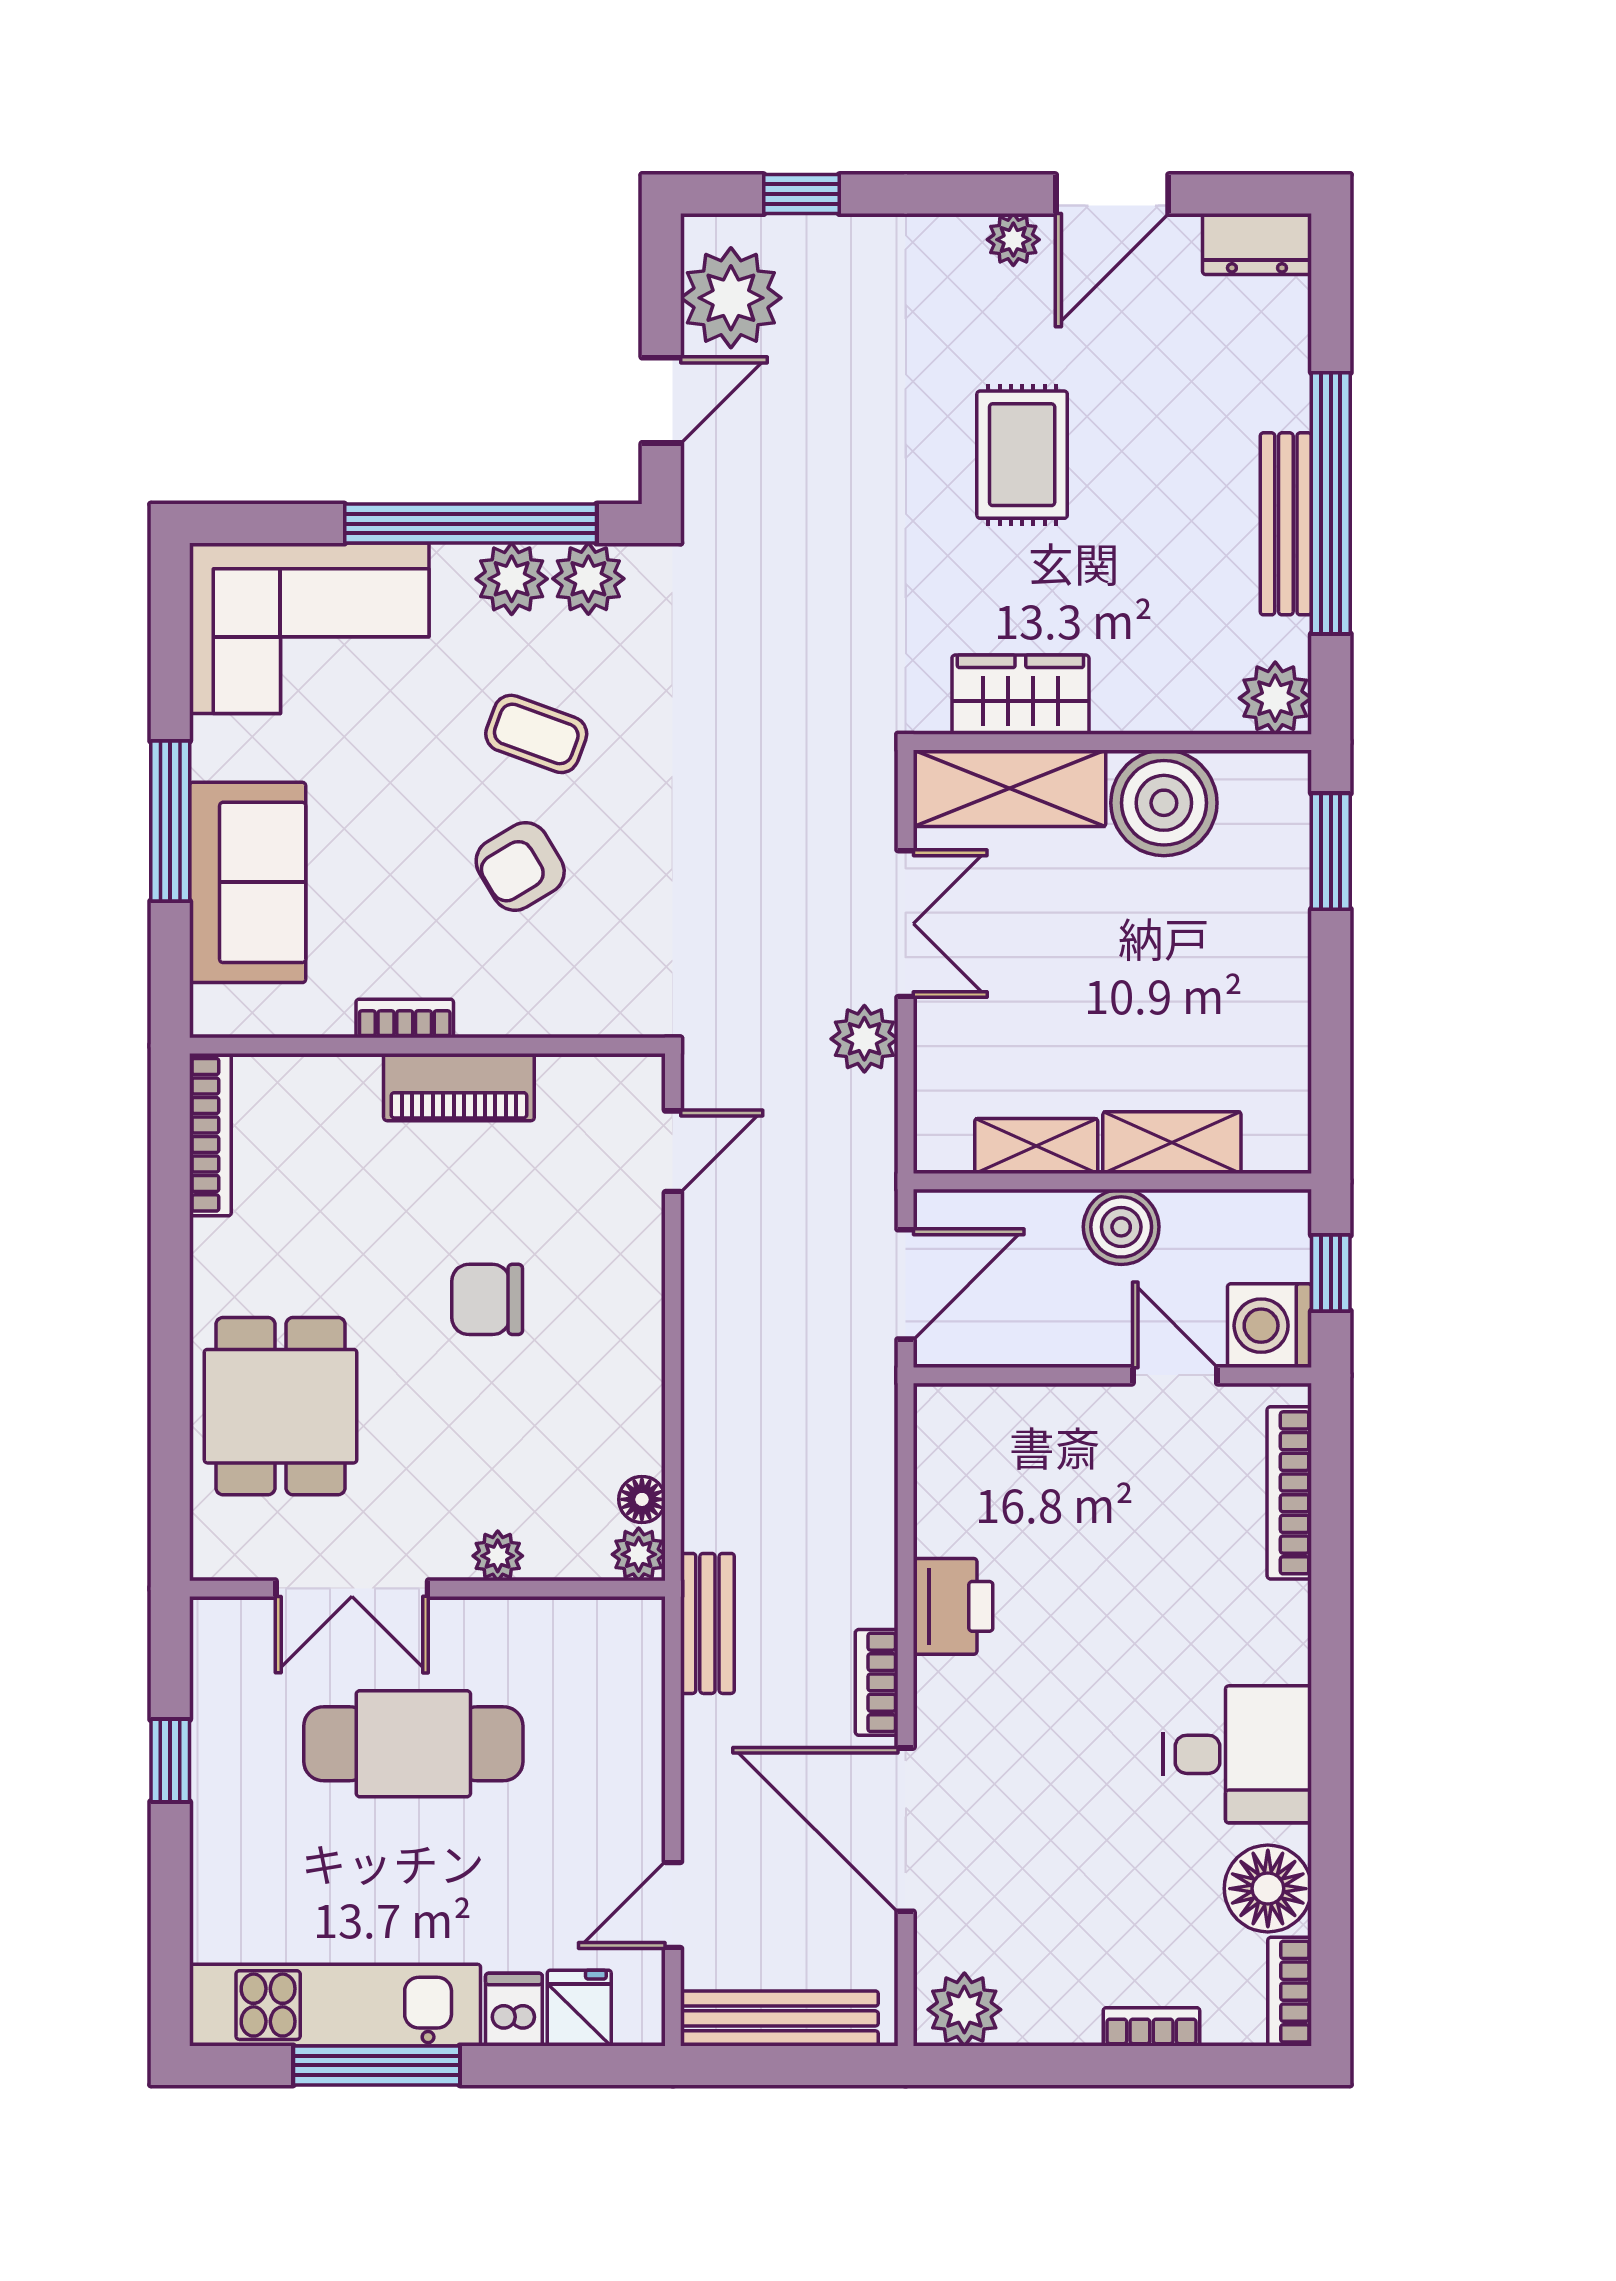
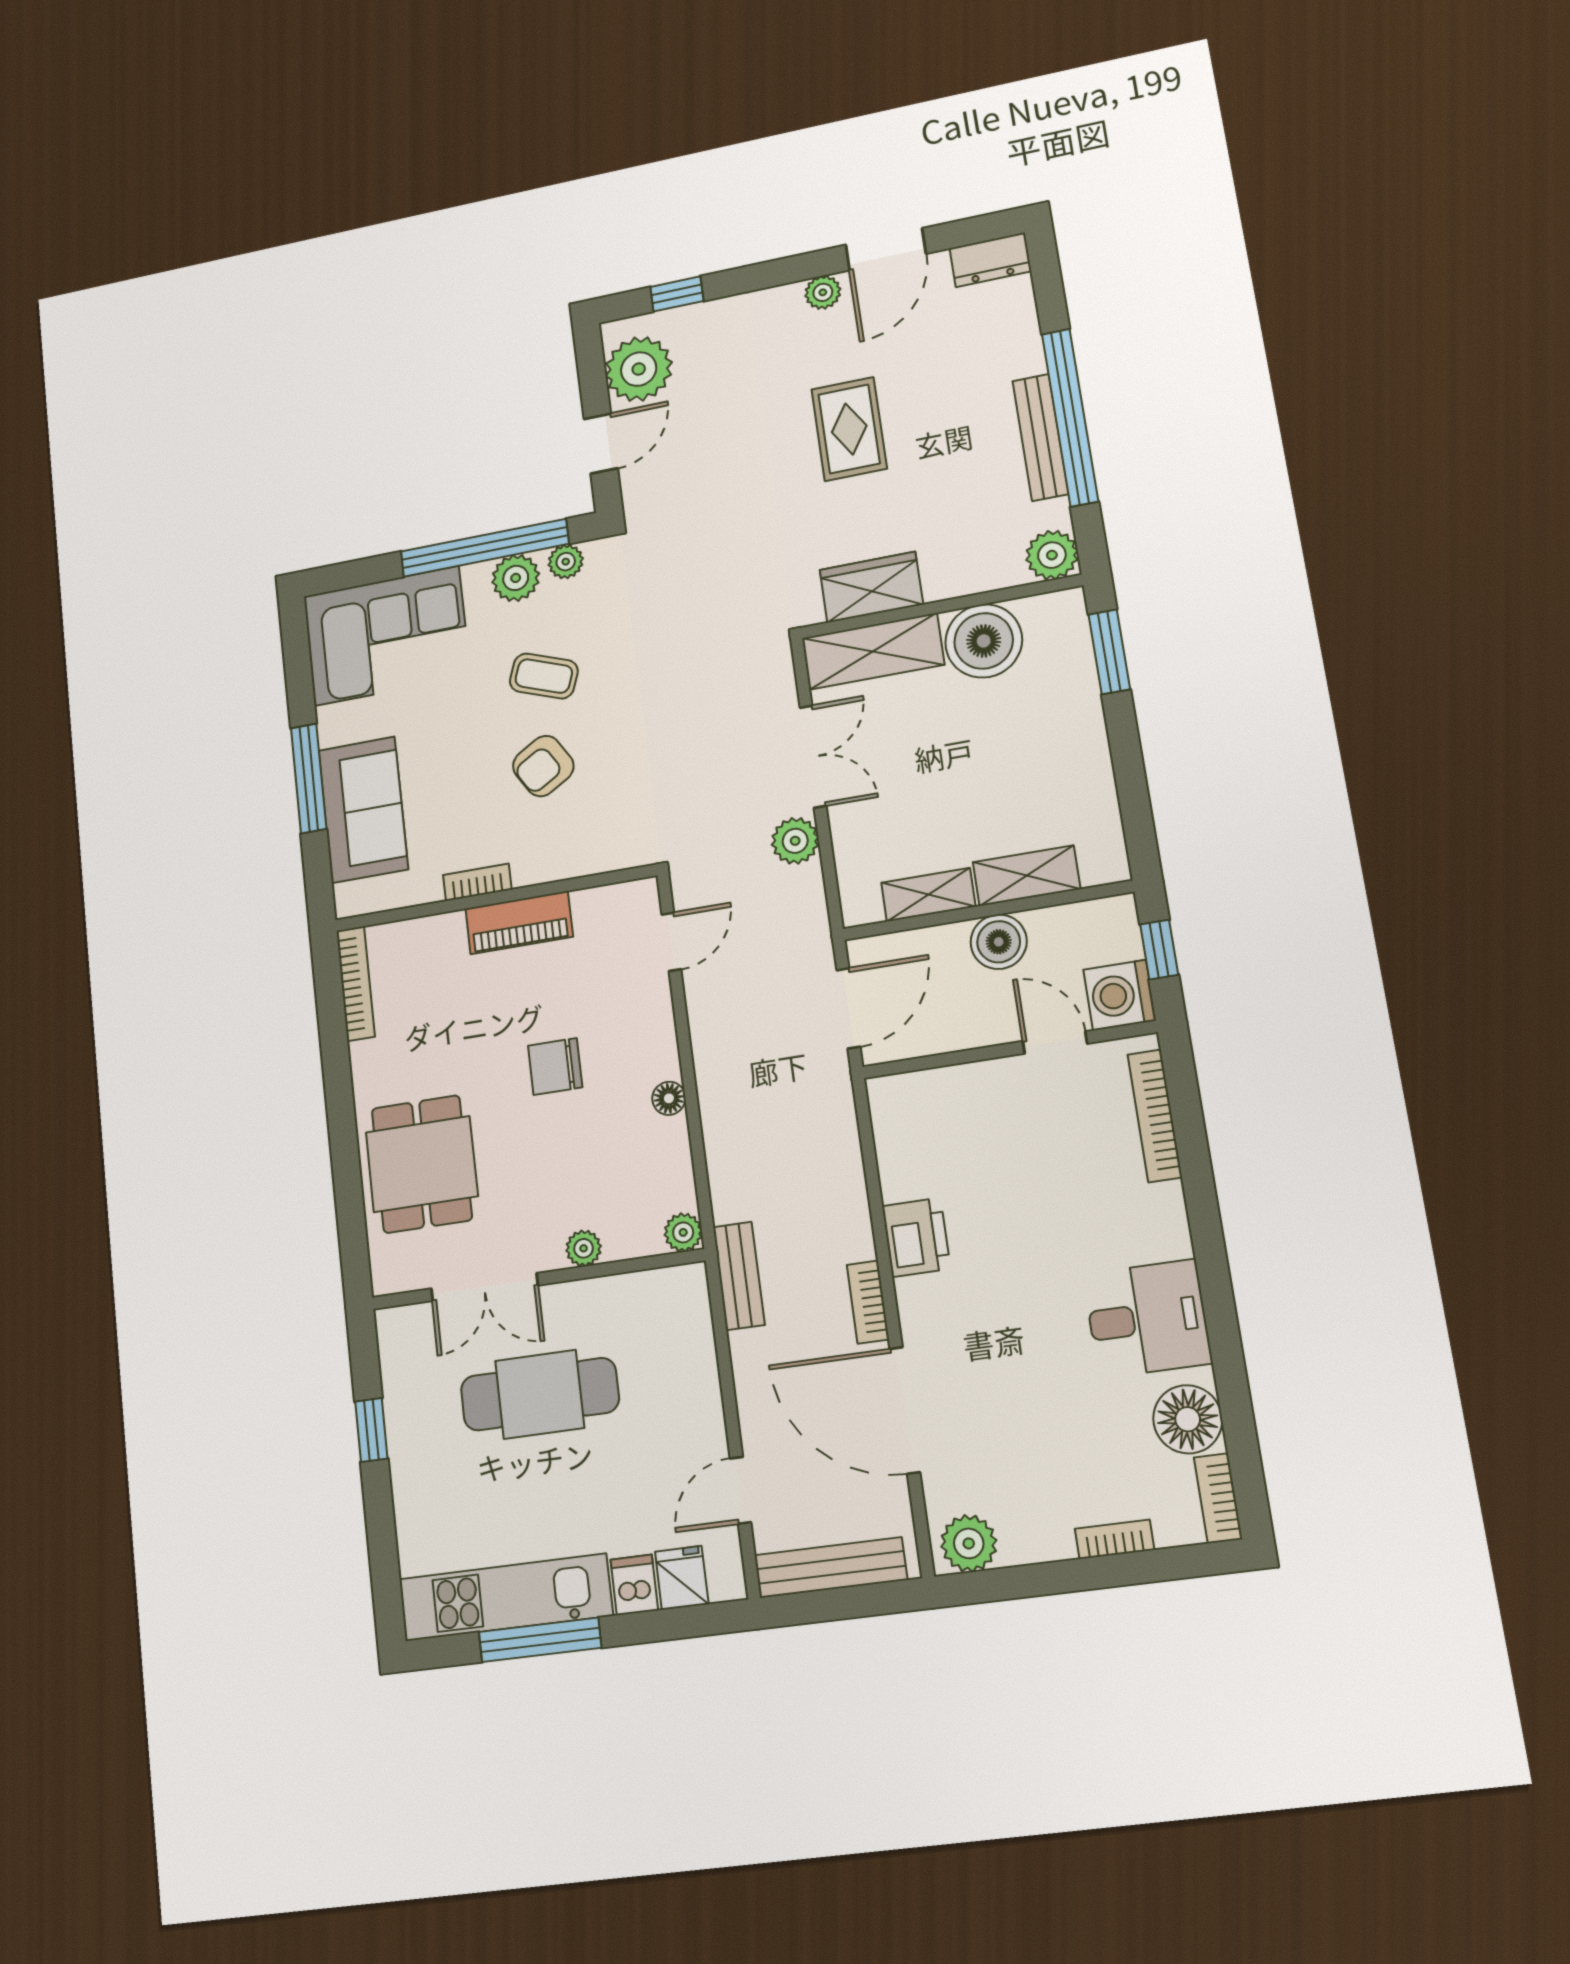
plant: (588, 579) -> (566, 562), width x0.73, depth x0.73
floor lamp: (642, 1499) -> (669, 1098), moved

